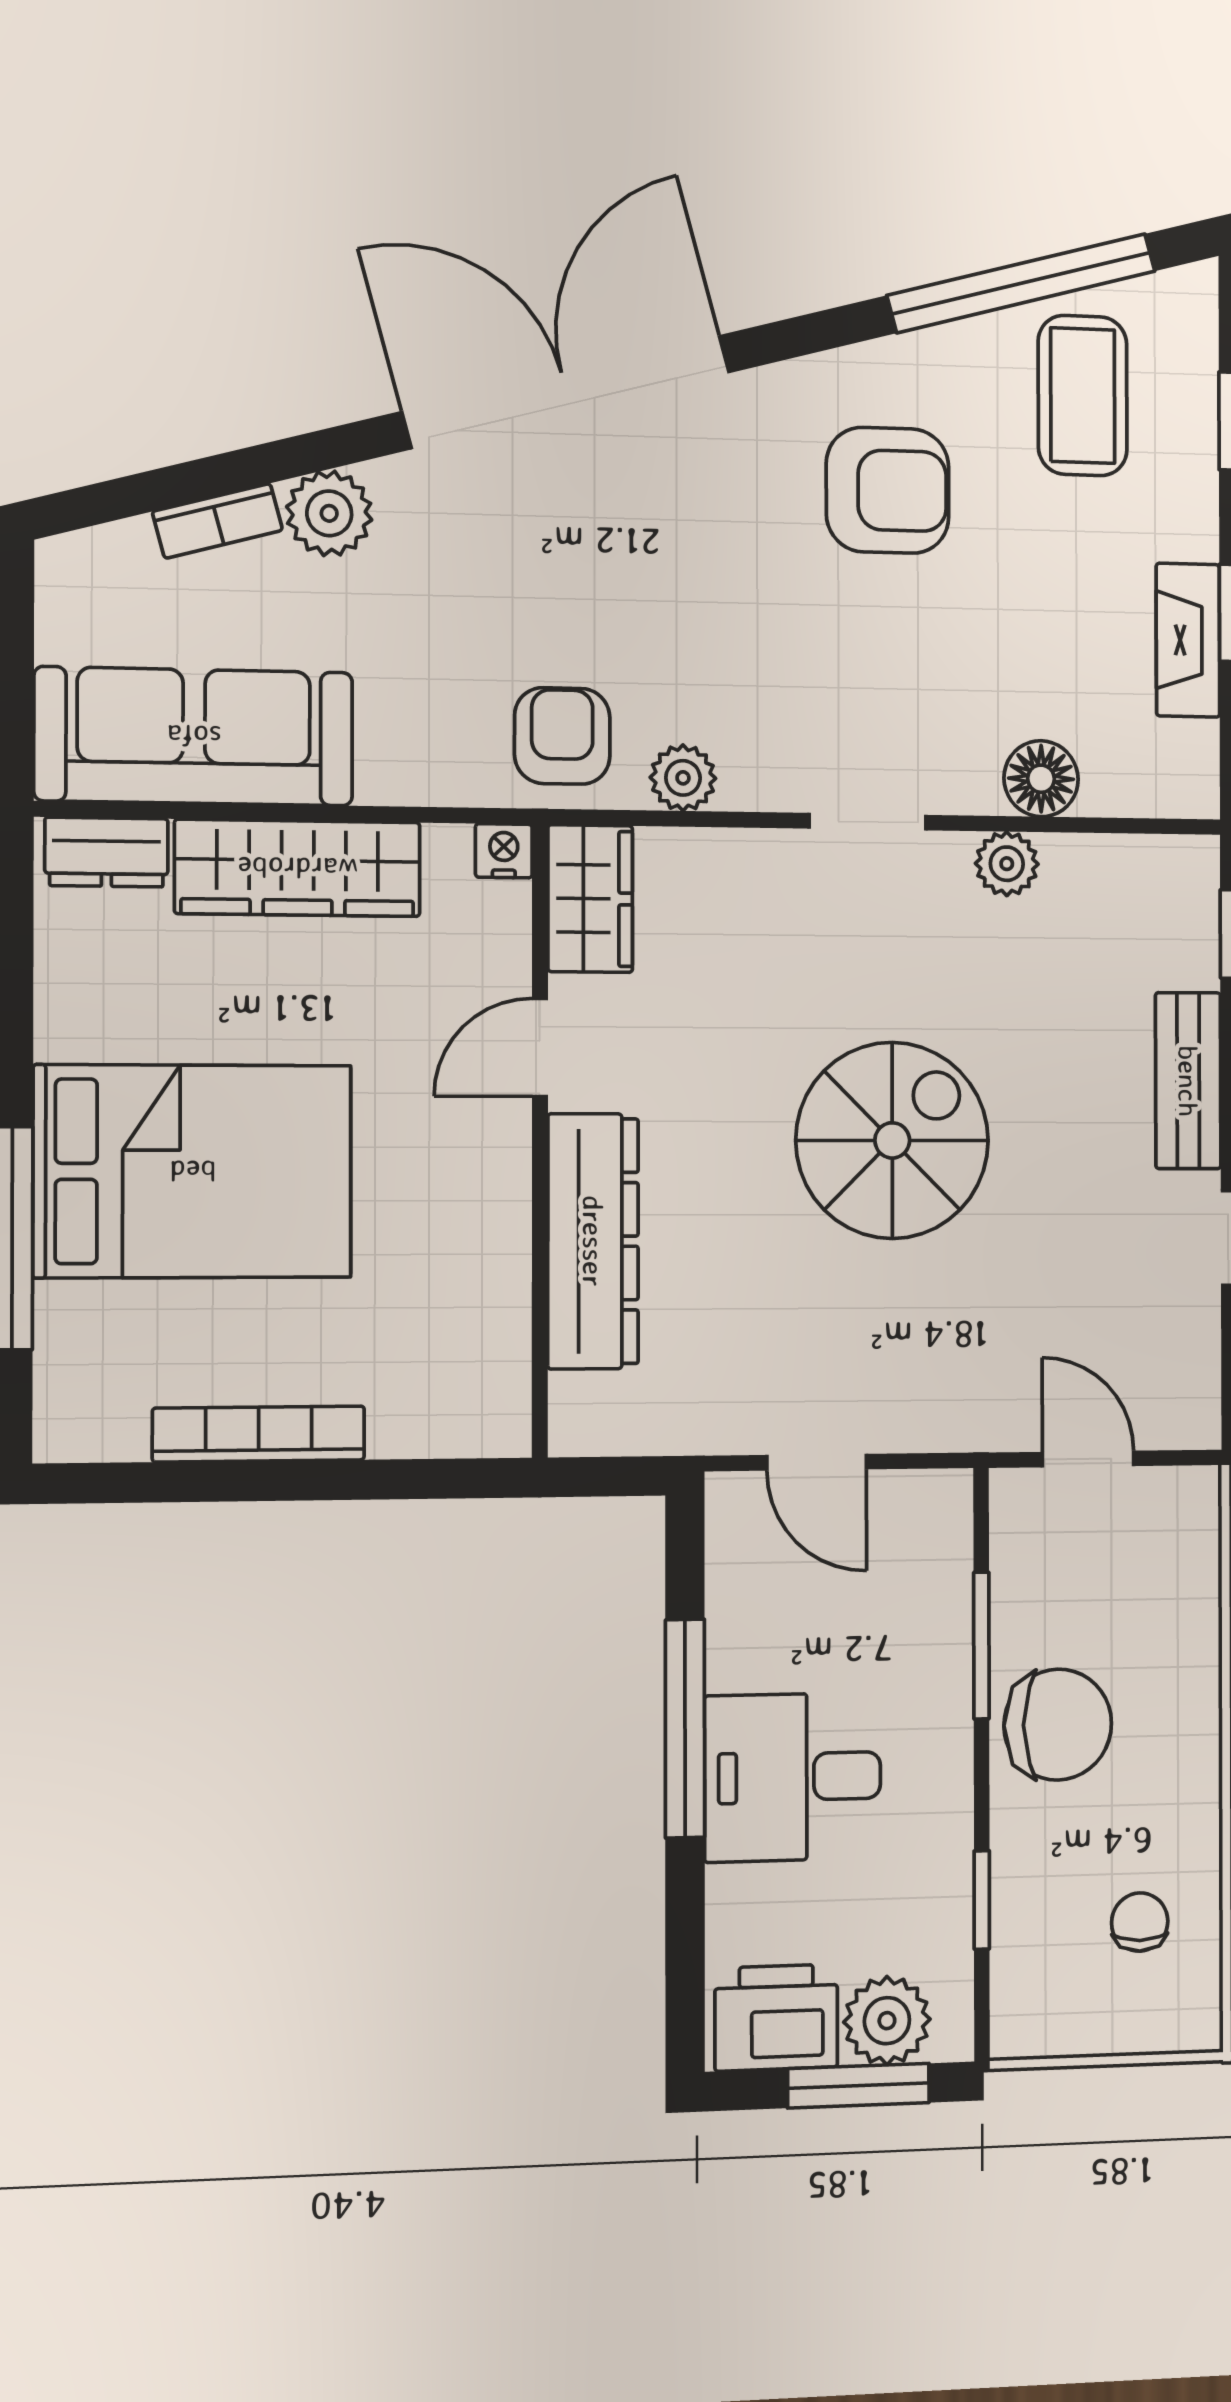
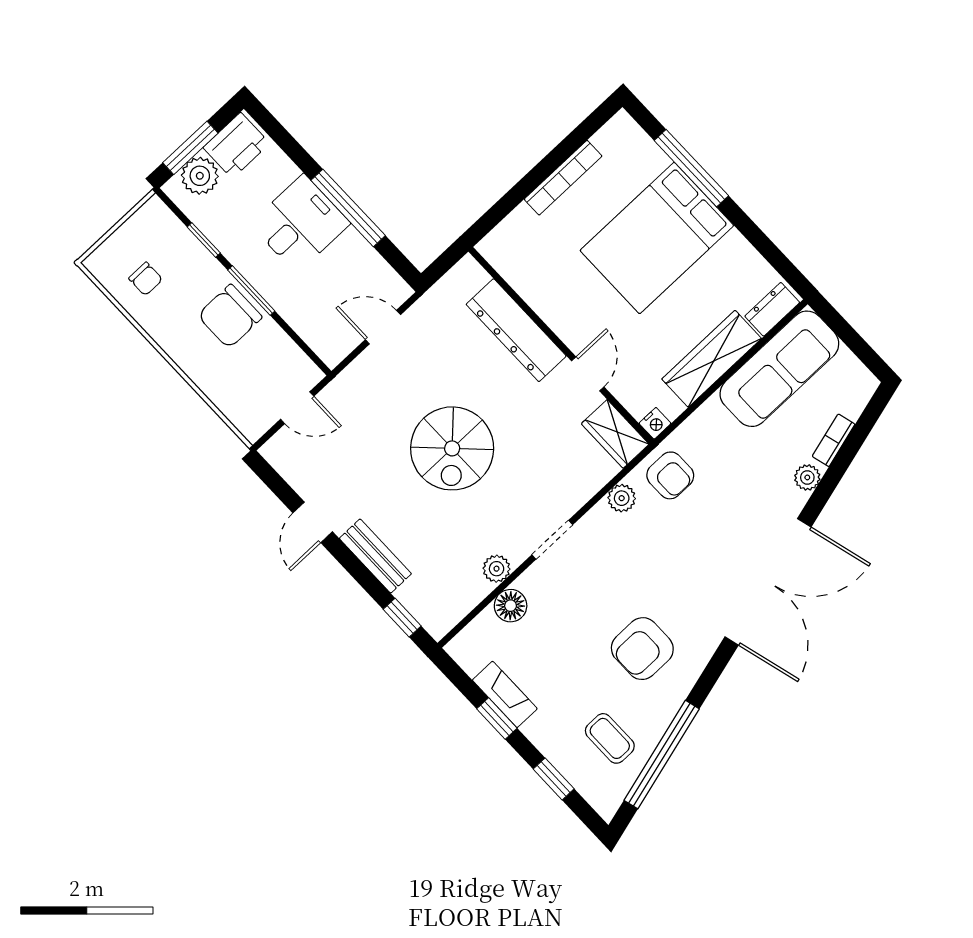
coffee table: (1083, 396) -> (610, 738), width x0.73, depth x0.77
plant: (329, 513) -> (807, 477), width x0.73, depth x0.73
window: (981, 1646) -> (251, 290), moved

